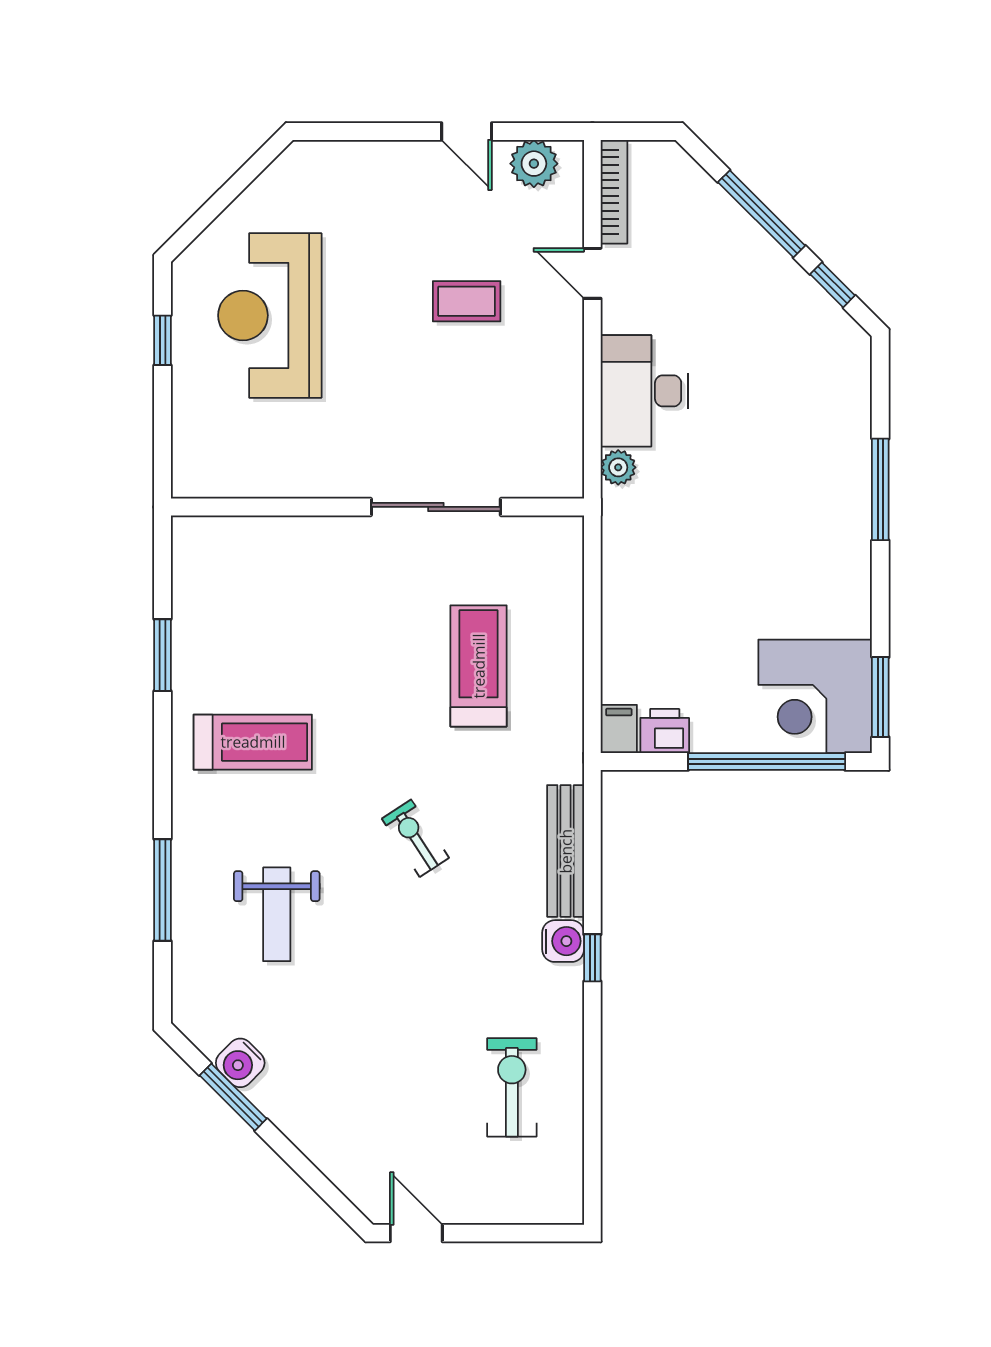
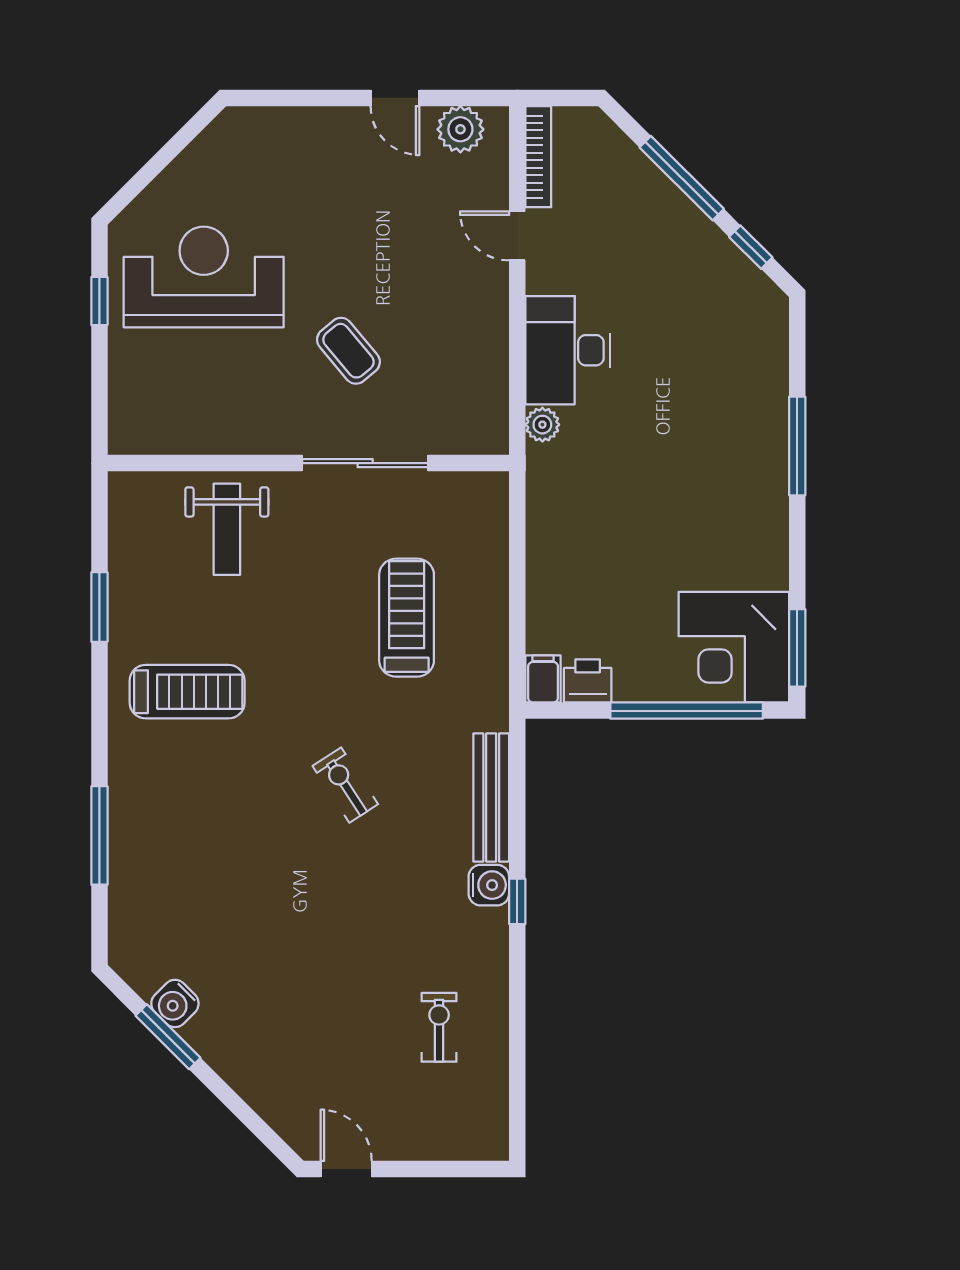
coffee table: (467, 301) -> (348, 351), moved, turned 50
reception desk: (270, 315) -> (204, 277), turned 90
weight bench: (277, 914) -> (227, 529), moved
exercise bike: (512, 1087) -> (439, 1027), width x0.73, depth x0.72

